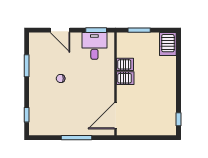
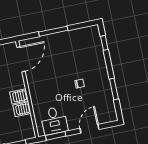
door: (60, 30) -> (89, 129), hinge flipped

